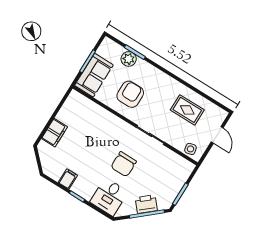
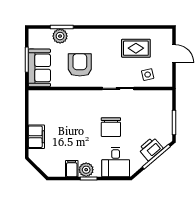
side table: (191, 149) -> (148, 75), moved
plant: (80, 188) -> (86, 170), added

